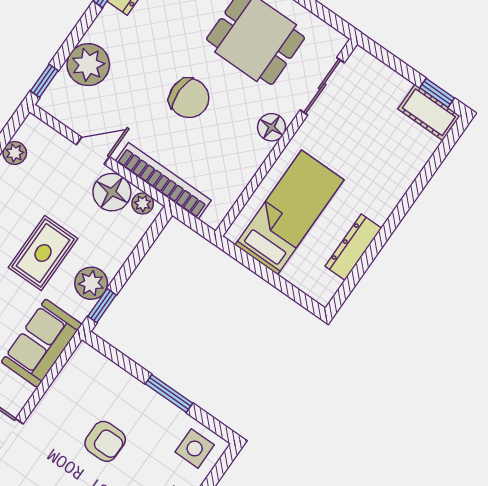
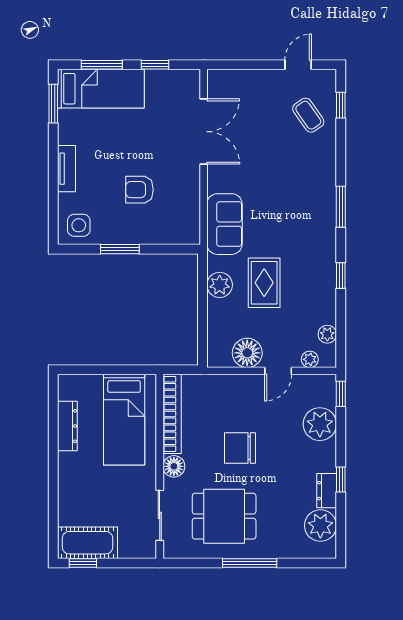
cot: (429, 112) -> (87, 543), width x1.37, depth x1.34
bookcase: (163, 181) -> (172, 414), moved, turned -90
plant: (143, 204) -> (310, 359), moved
window: (102, 306) -> (203, 275), removed

